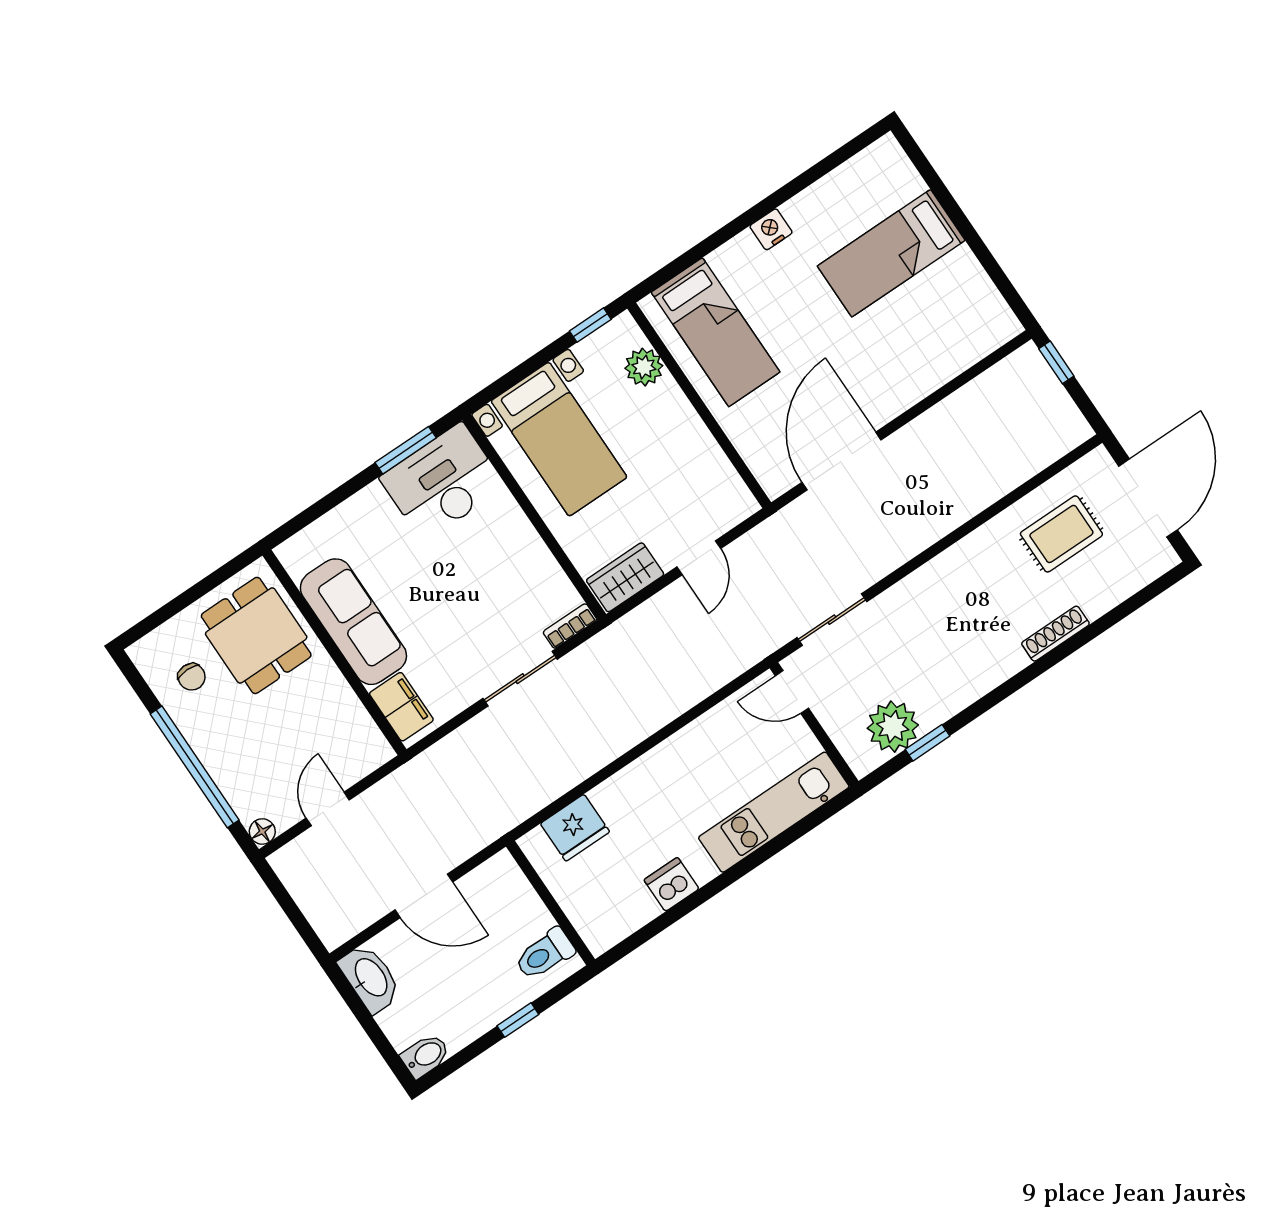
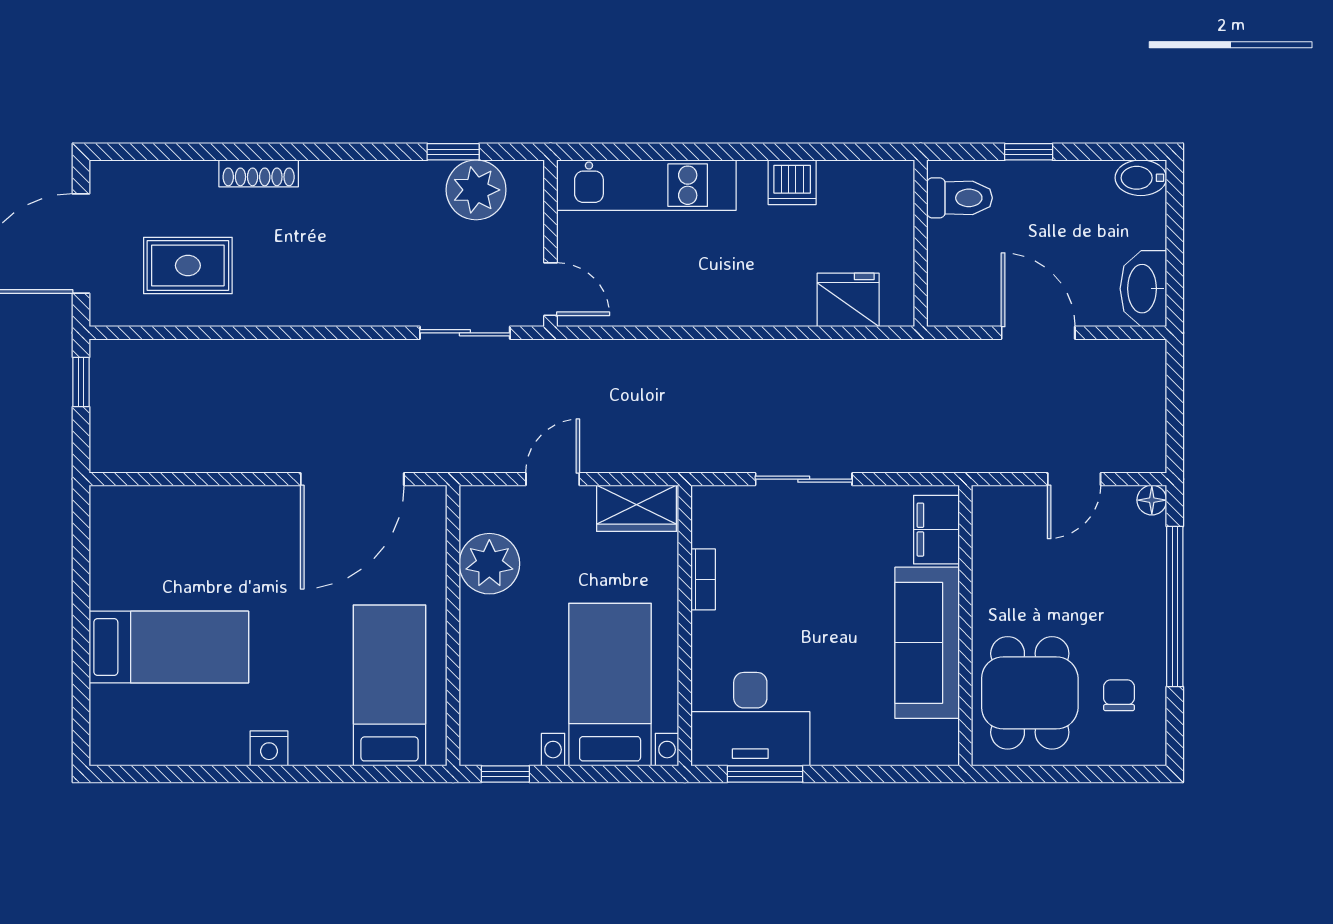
window: (1056, 362) -> (81, 382), moved
plant: (644, 367) -> (489, 564), moved, width x1.36, depth x1.36
bookcase: (570, 626) -> (703, 579), moved, turned -90

